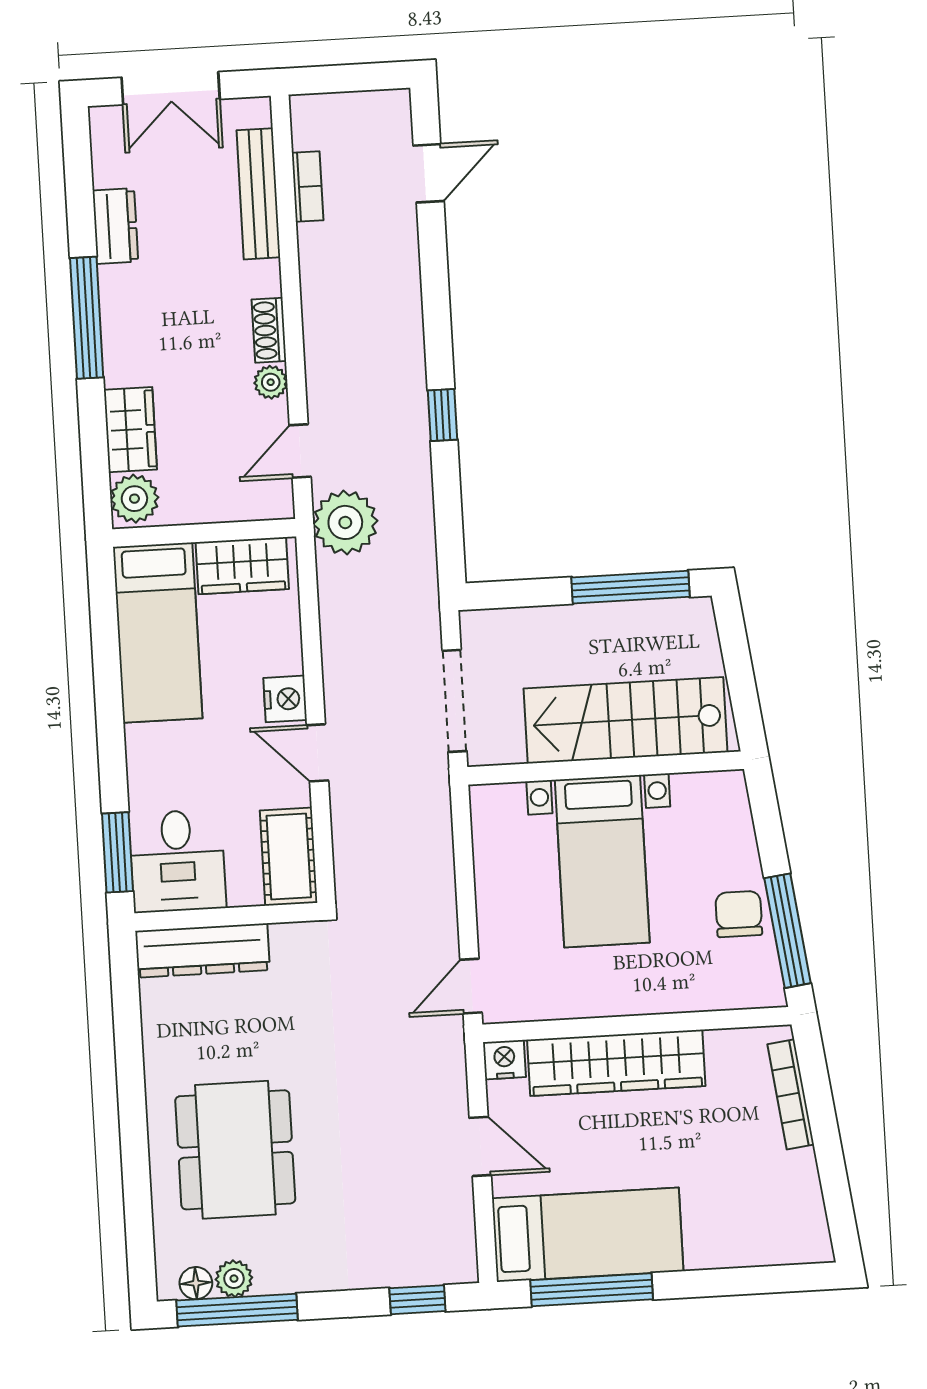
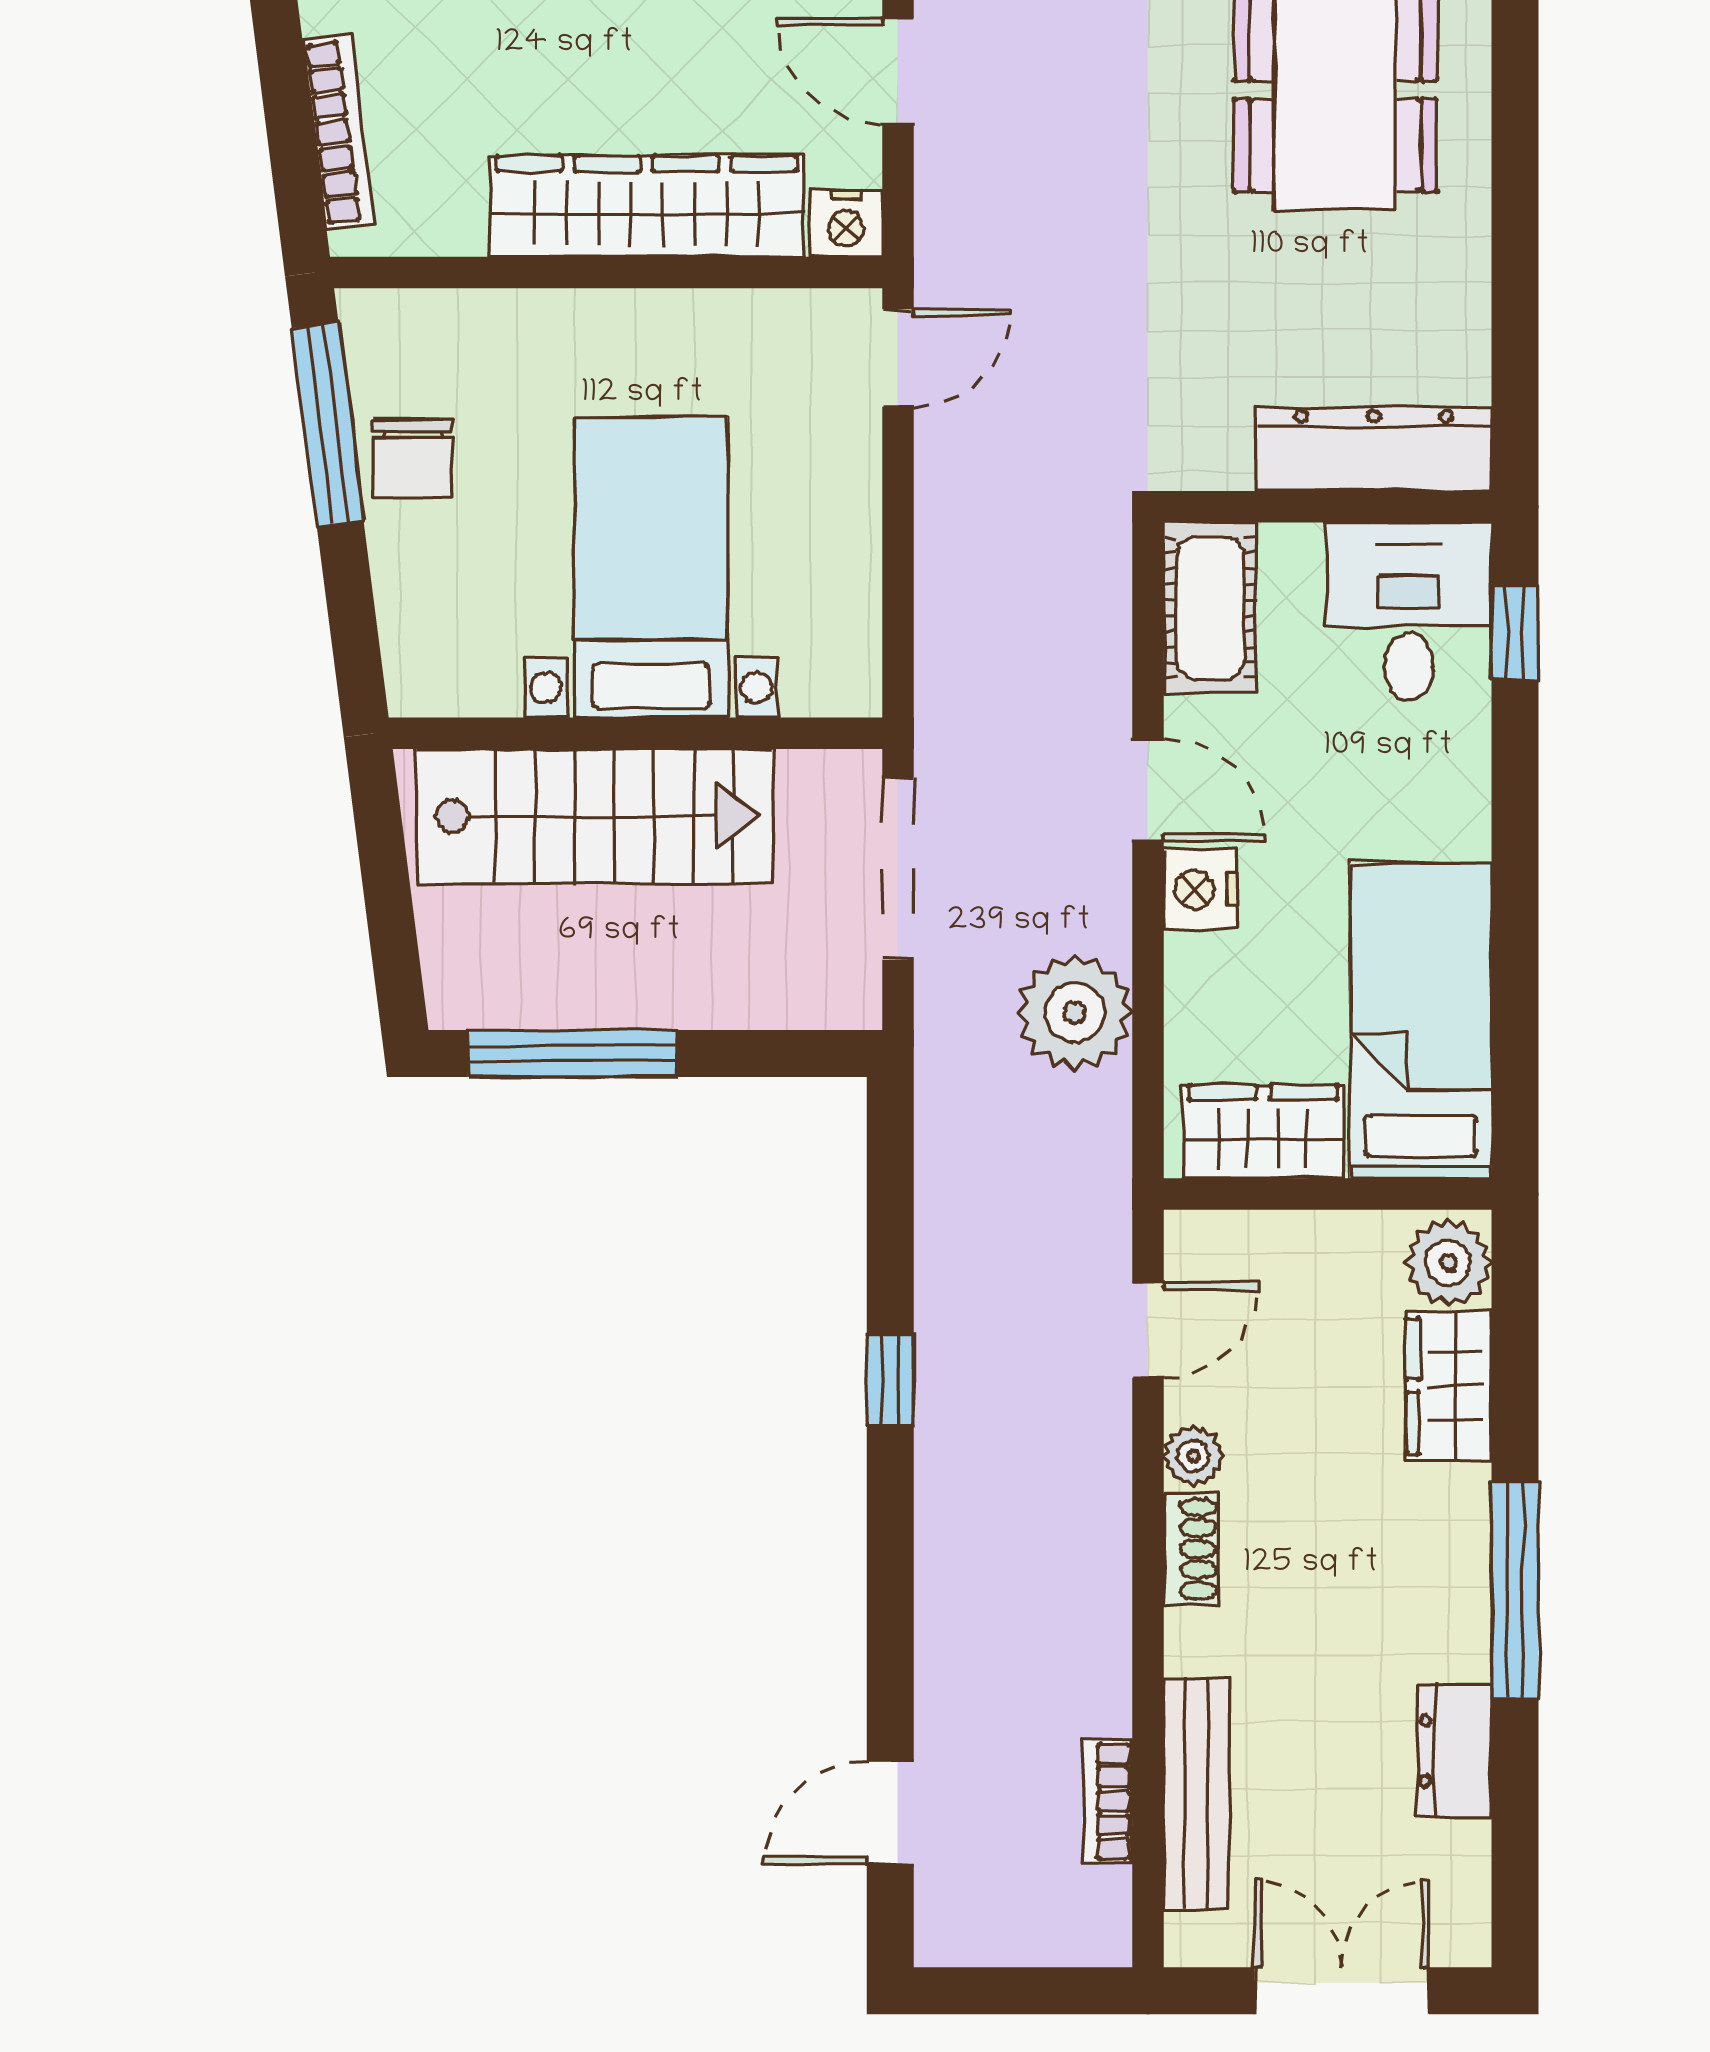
plant: (345, 522) -> (1075, 1013), moved
window: (118, 852) -> (1515, 633), width x0.67

